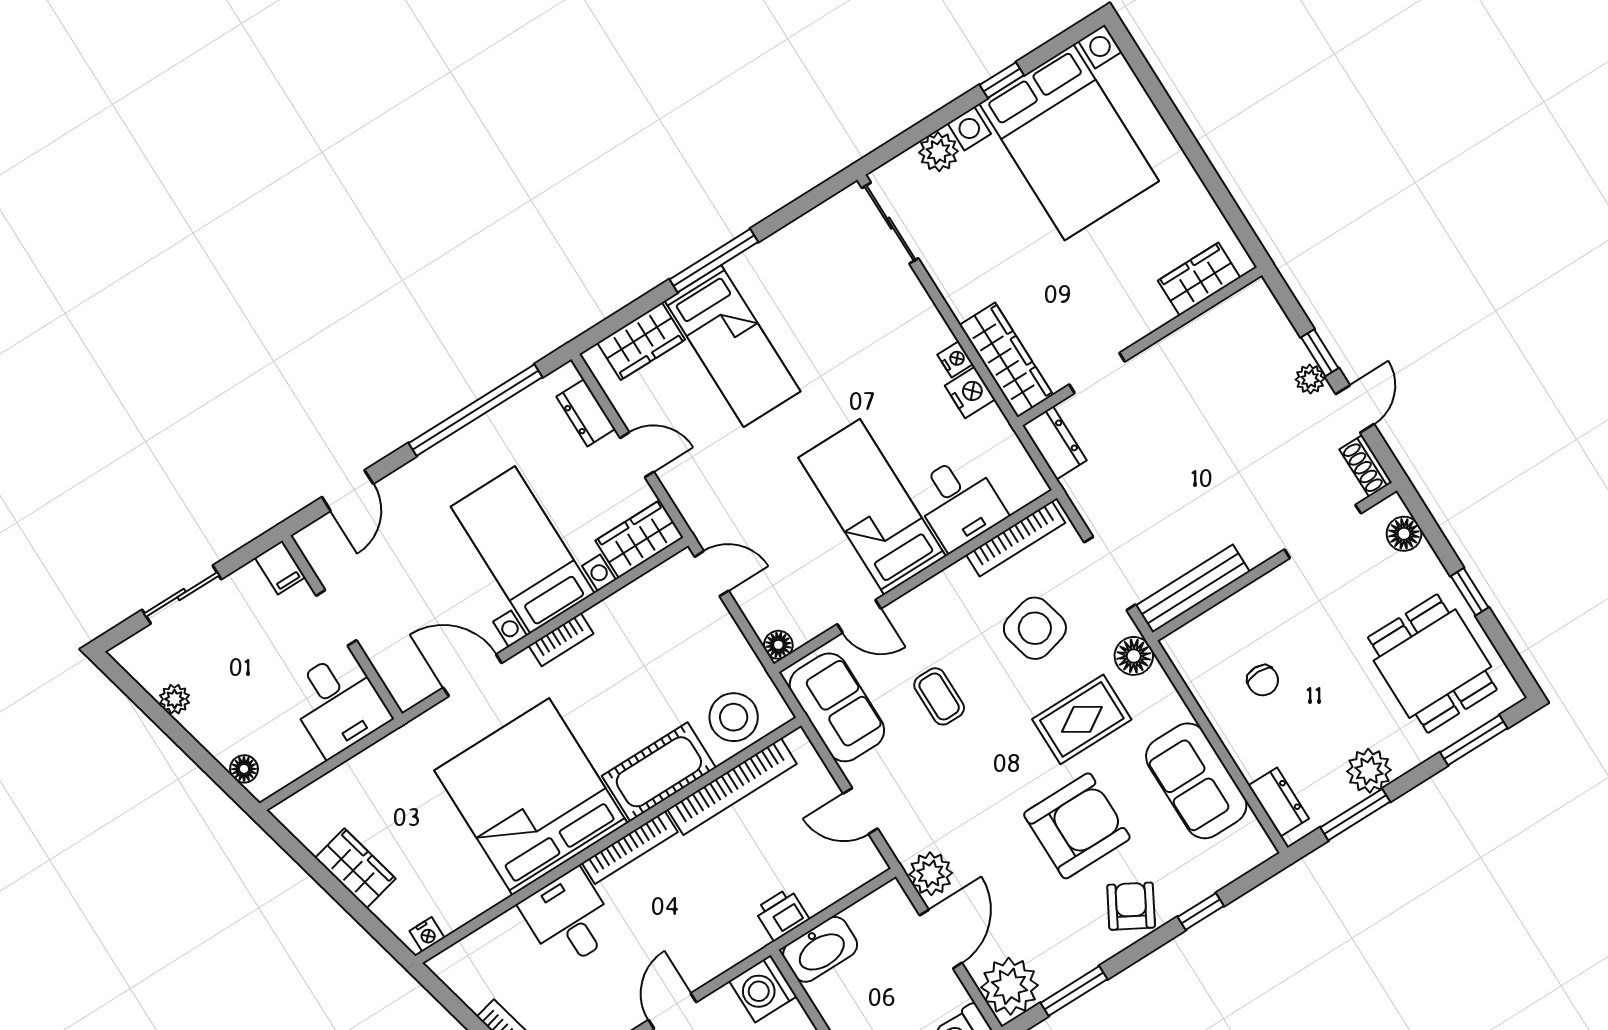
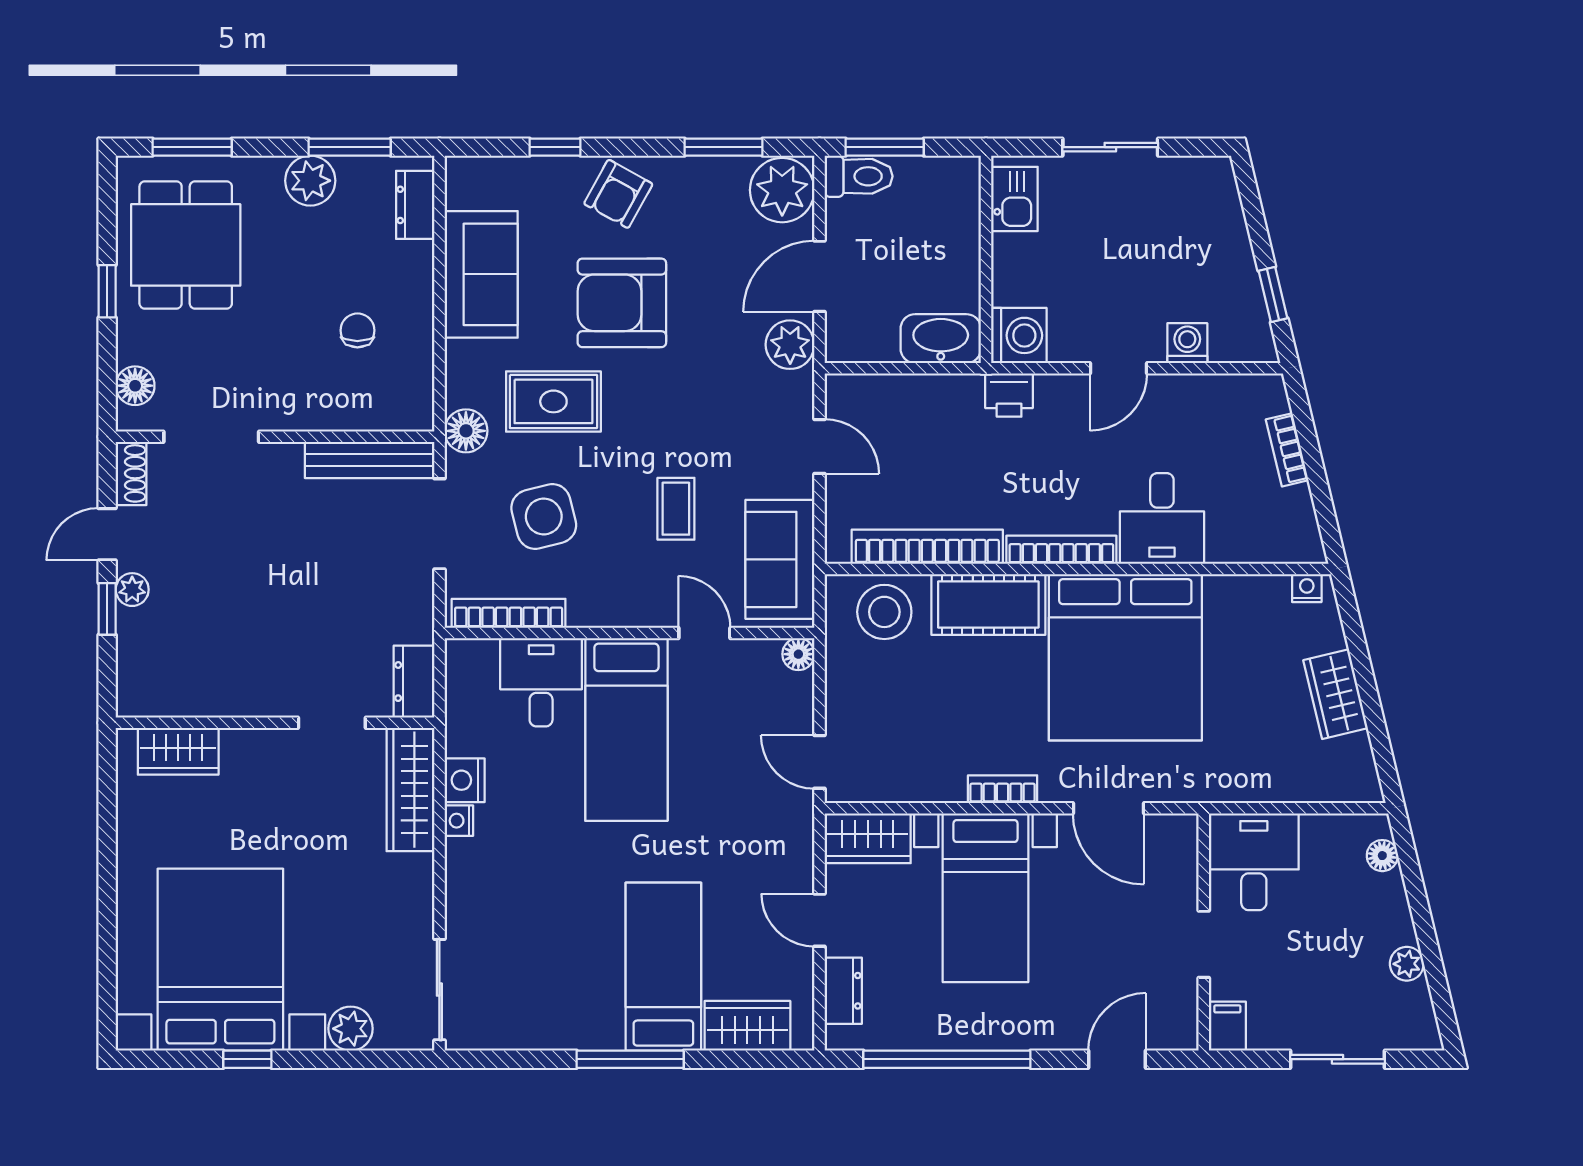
printer: (782, 914) -> (1009, 395), moved

